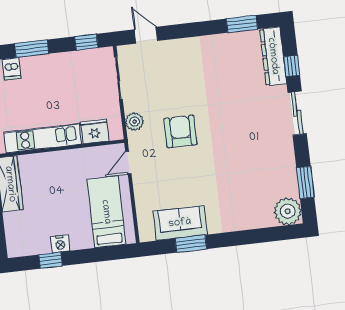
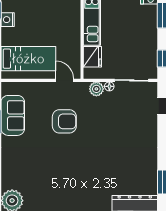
floor lamp: (129, 106) -> (109, 86), added
armchair: (180, 131) -> (64, 121), moved

